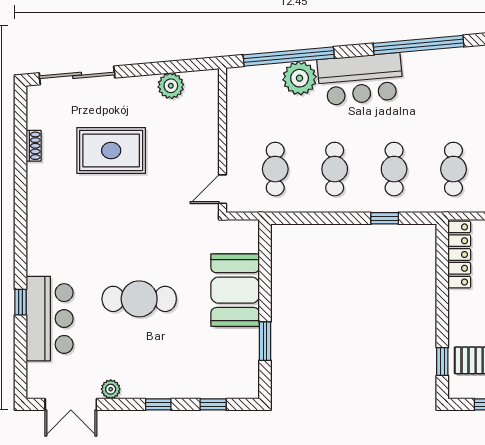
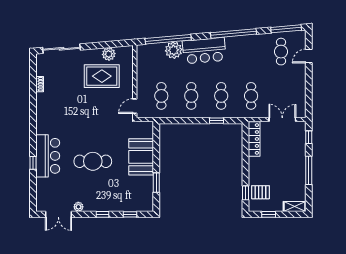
rug: (111, 150) -> (102, 76), moved
bar counter: (50, 319) -> (48, 156), moved

